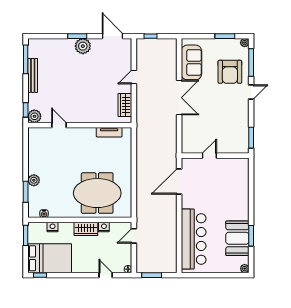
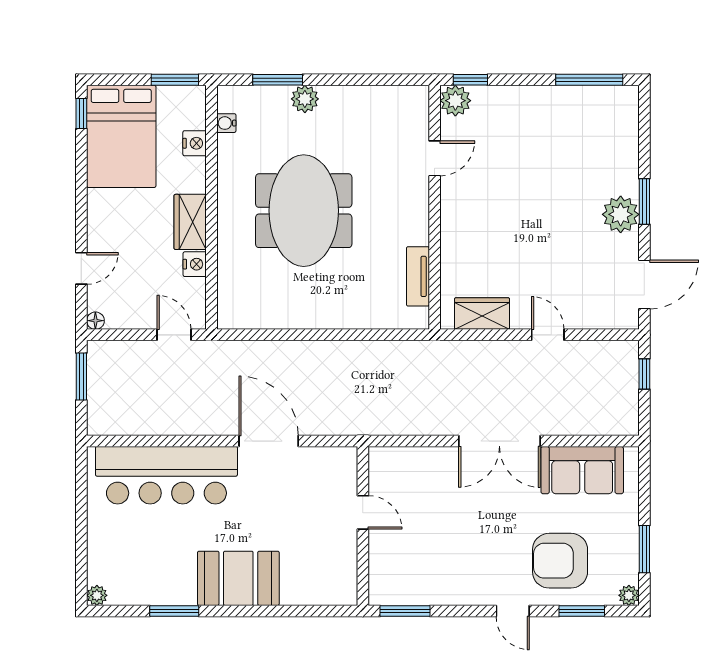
window: (251, 63) -> (582, 611), width x0.69
bench: (33, 75) -> (552, 96), removed
door: (179, 181) -> (269, 441), moved
meeting table: (97, 193) -> (304, 211), moved
booth: (237, 238) -> (238, 578), moved

